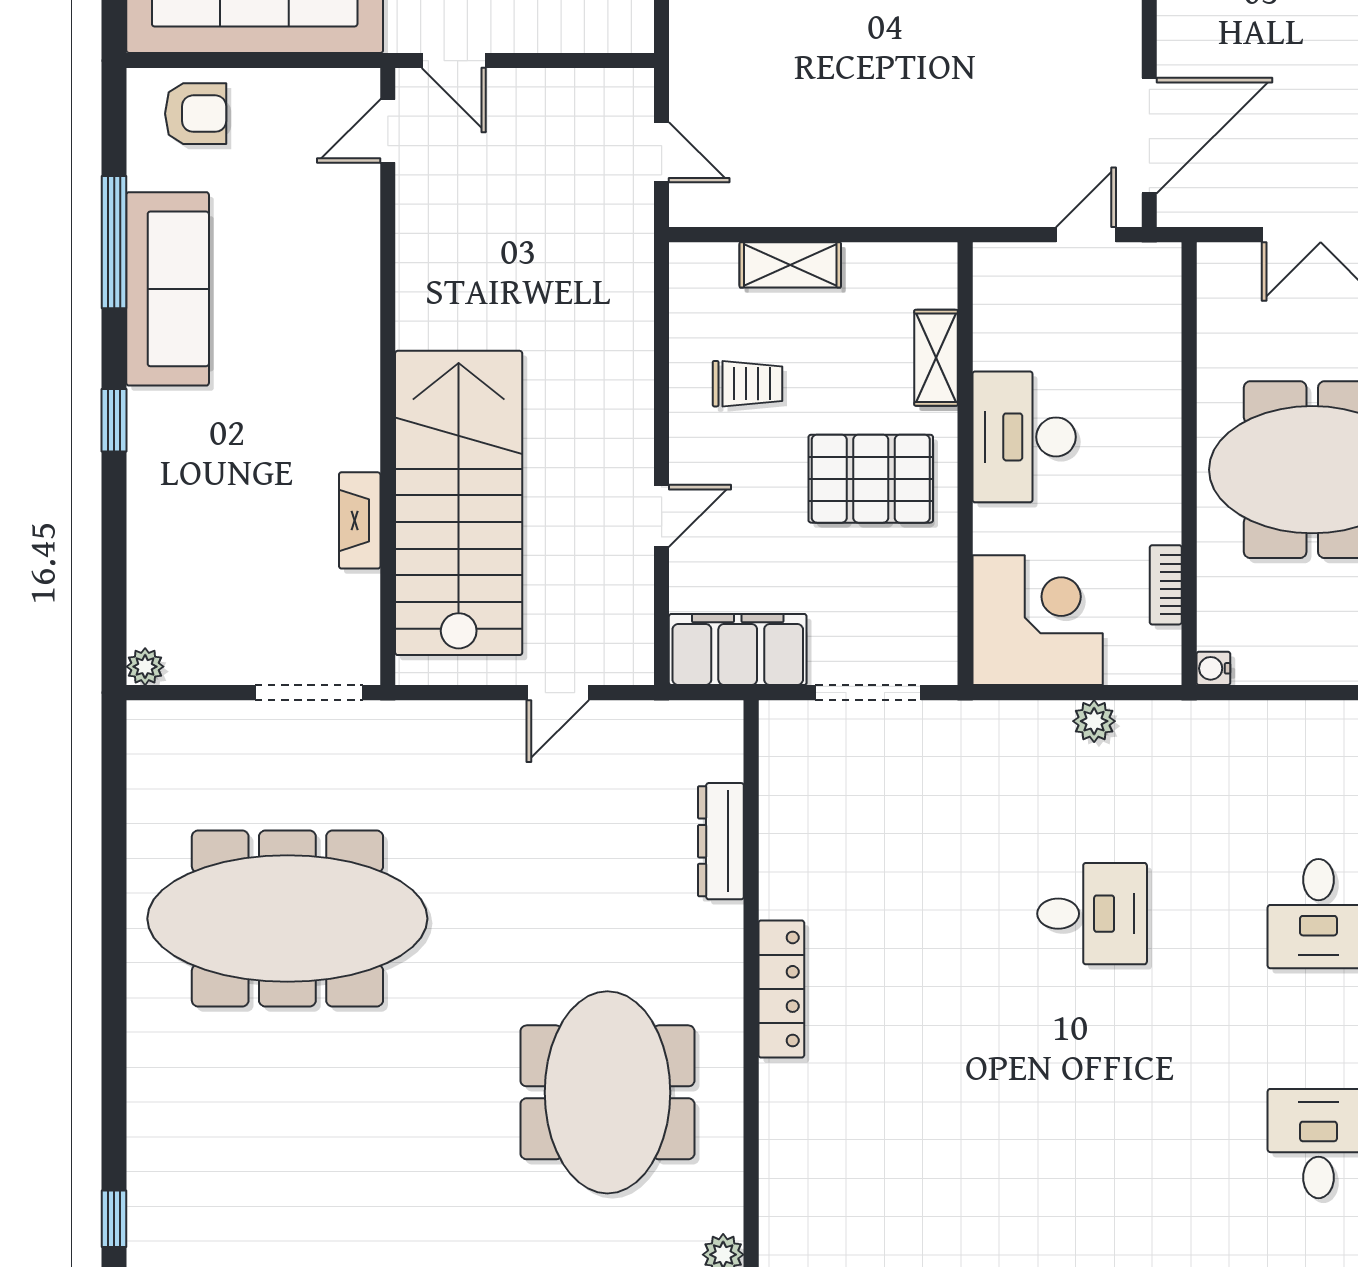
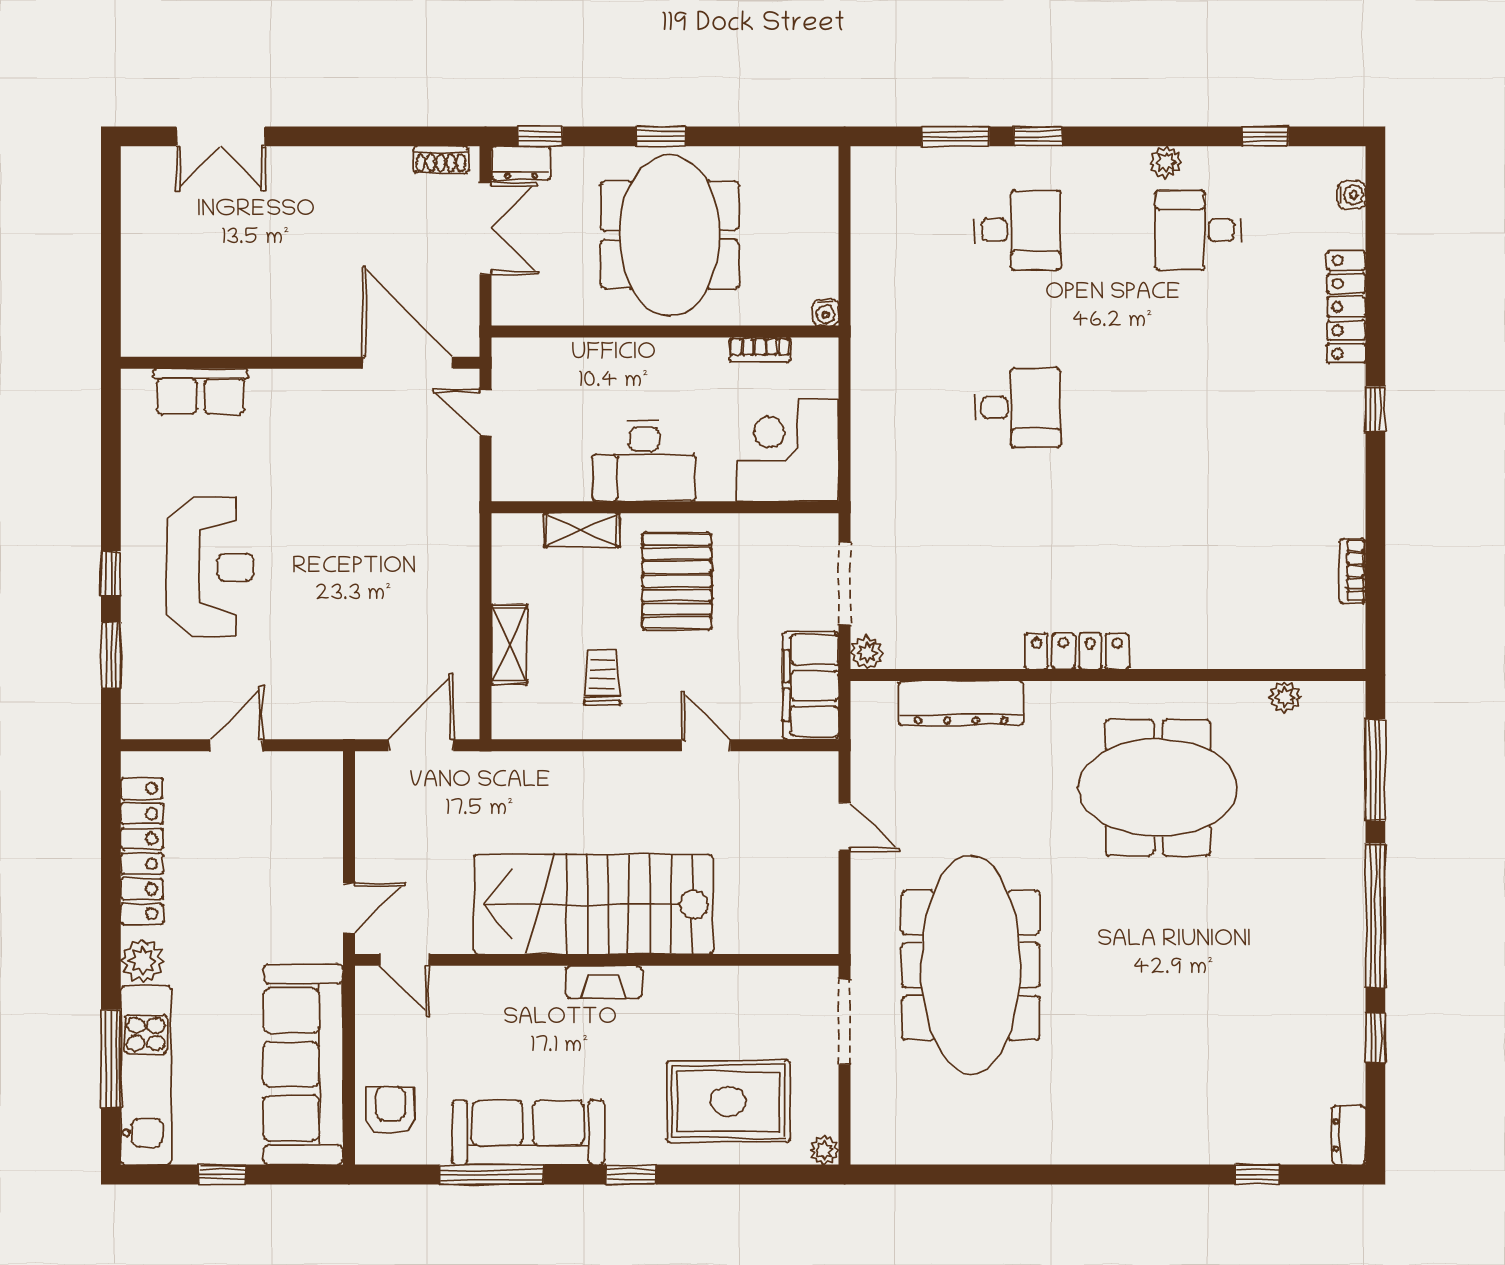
door: (662, 152) -> (421, 745), width x1.37
stairs: (459, 503) -> (593, 904), moved
fireplace: (360, 520) -> (604, 982), moved
rug: (207, 544) -> (728, 1101), added
plant: (1094, 721) -> (867, 653), moved
dresser: (721, 841) -> (961, 703), width x1.37, depth x1.24
desk: (1092, 914) -> (1018, 408), turned 90
meeting table: (287, 919) -> (971, 965), moved

